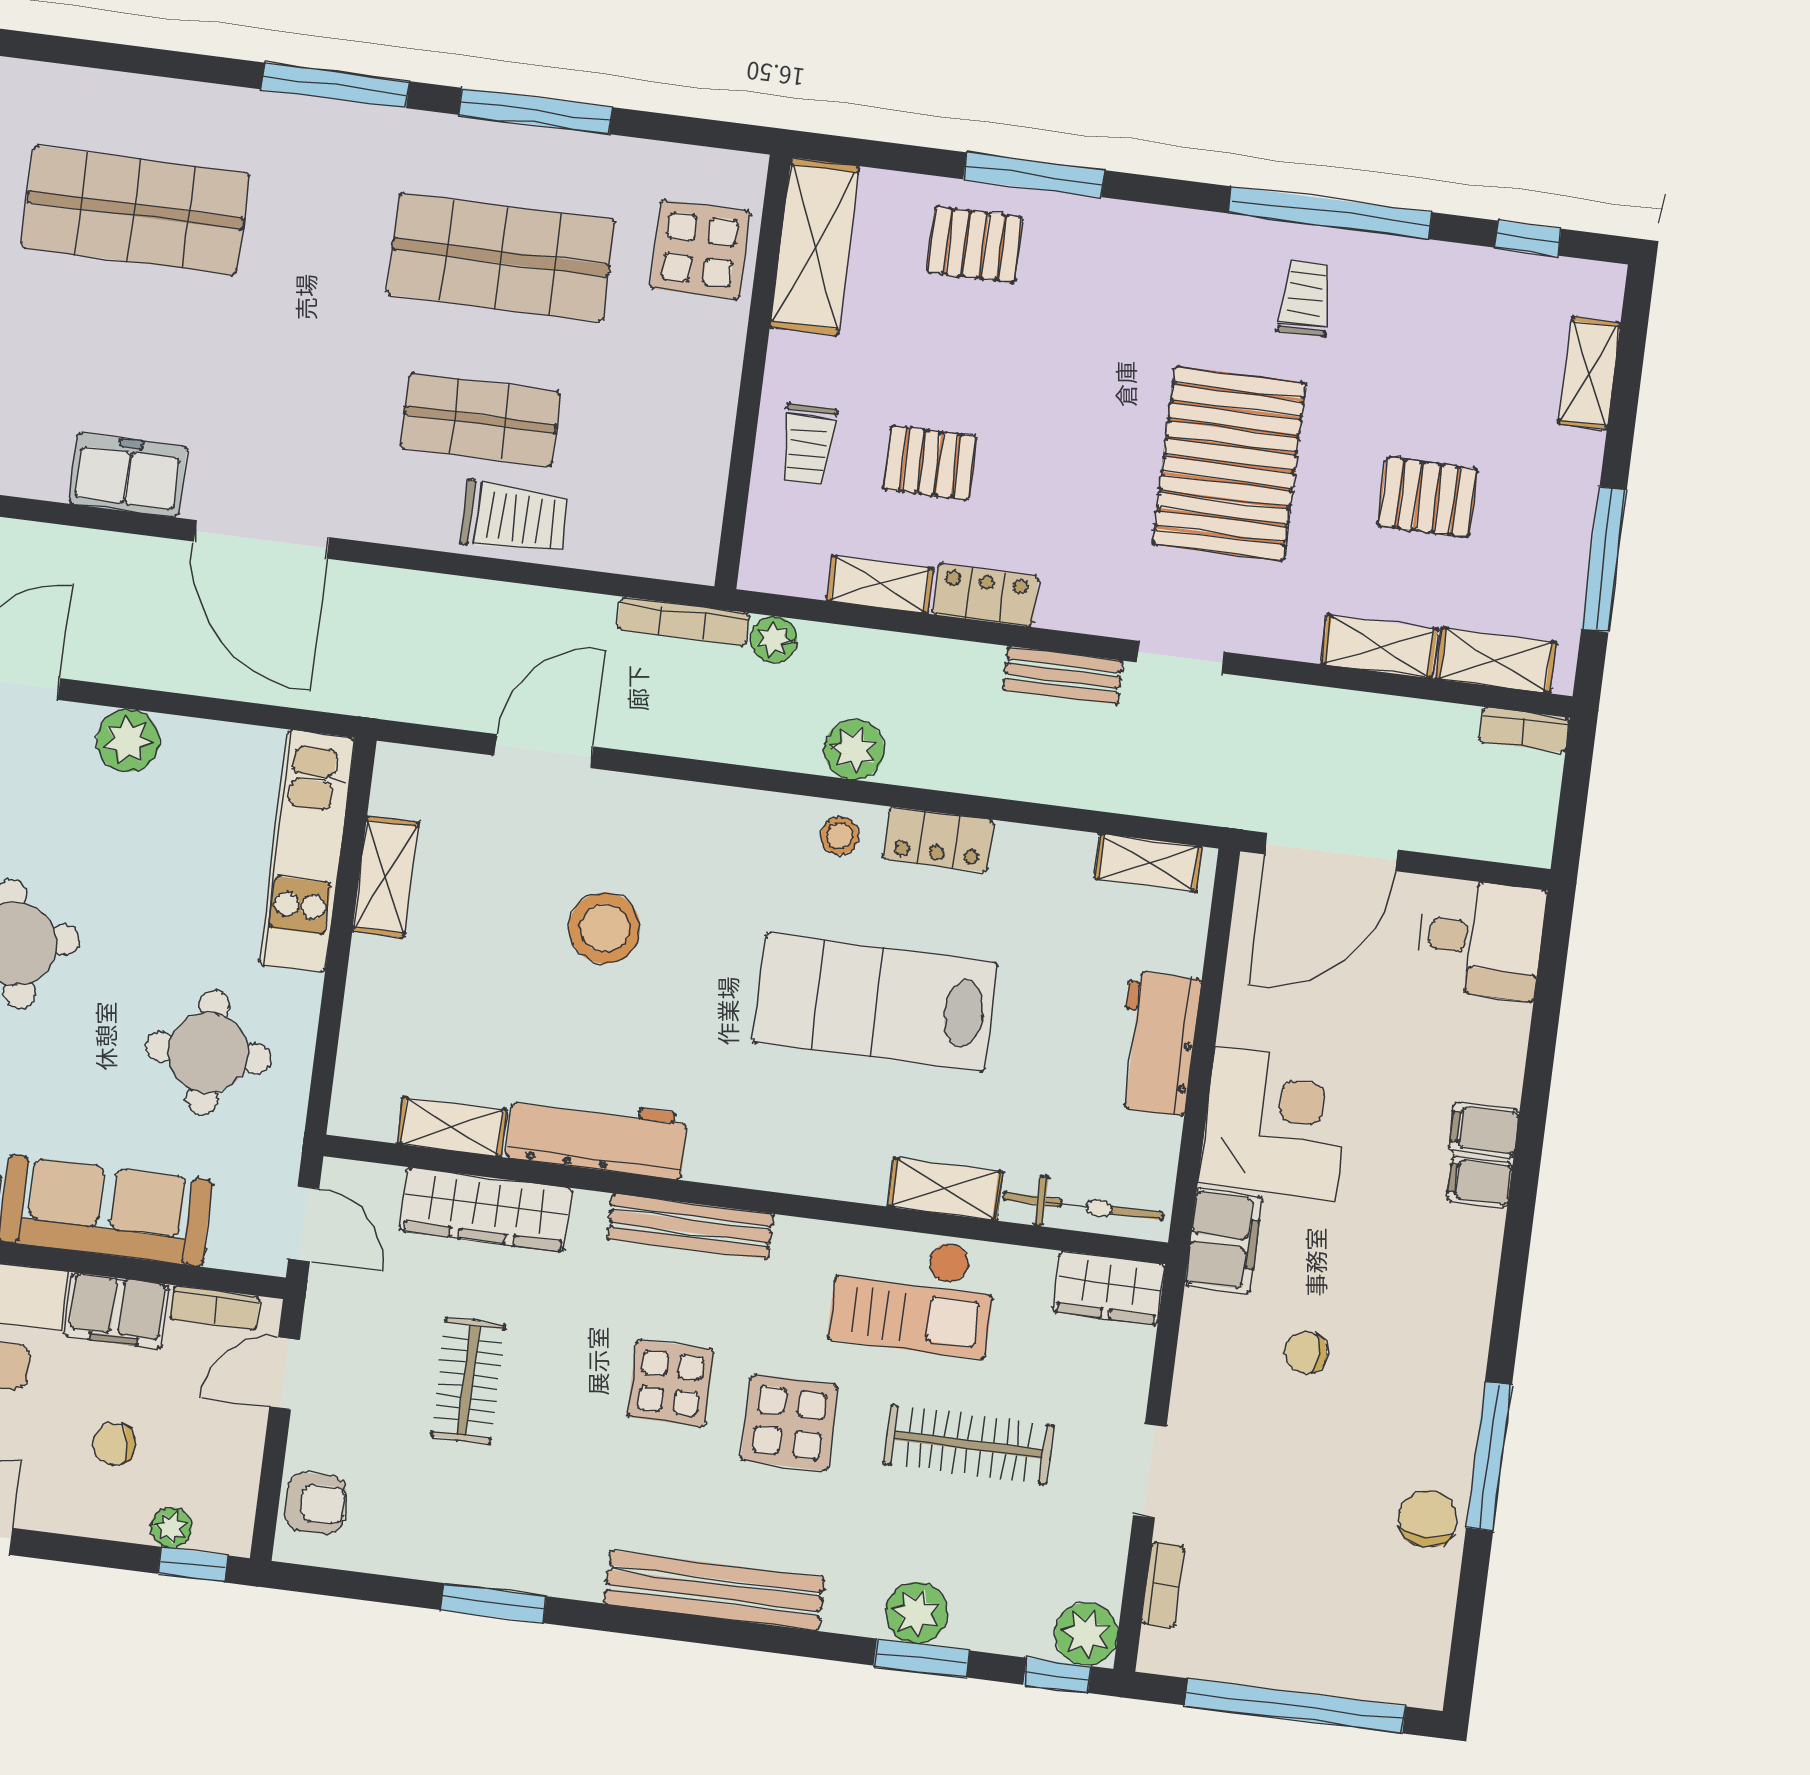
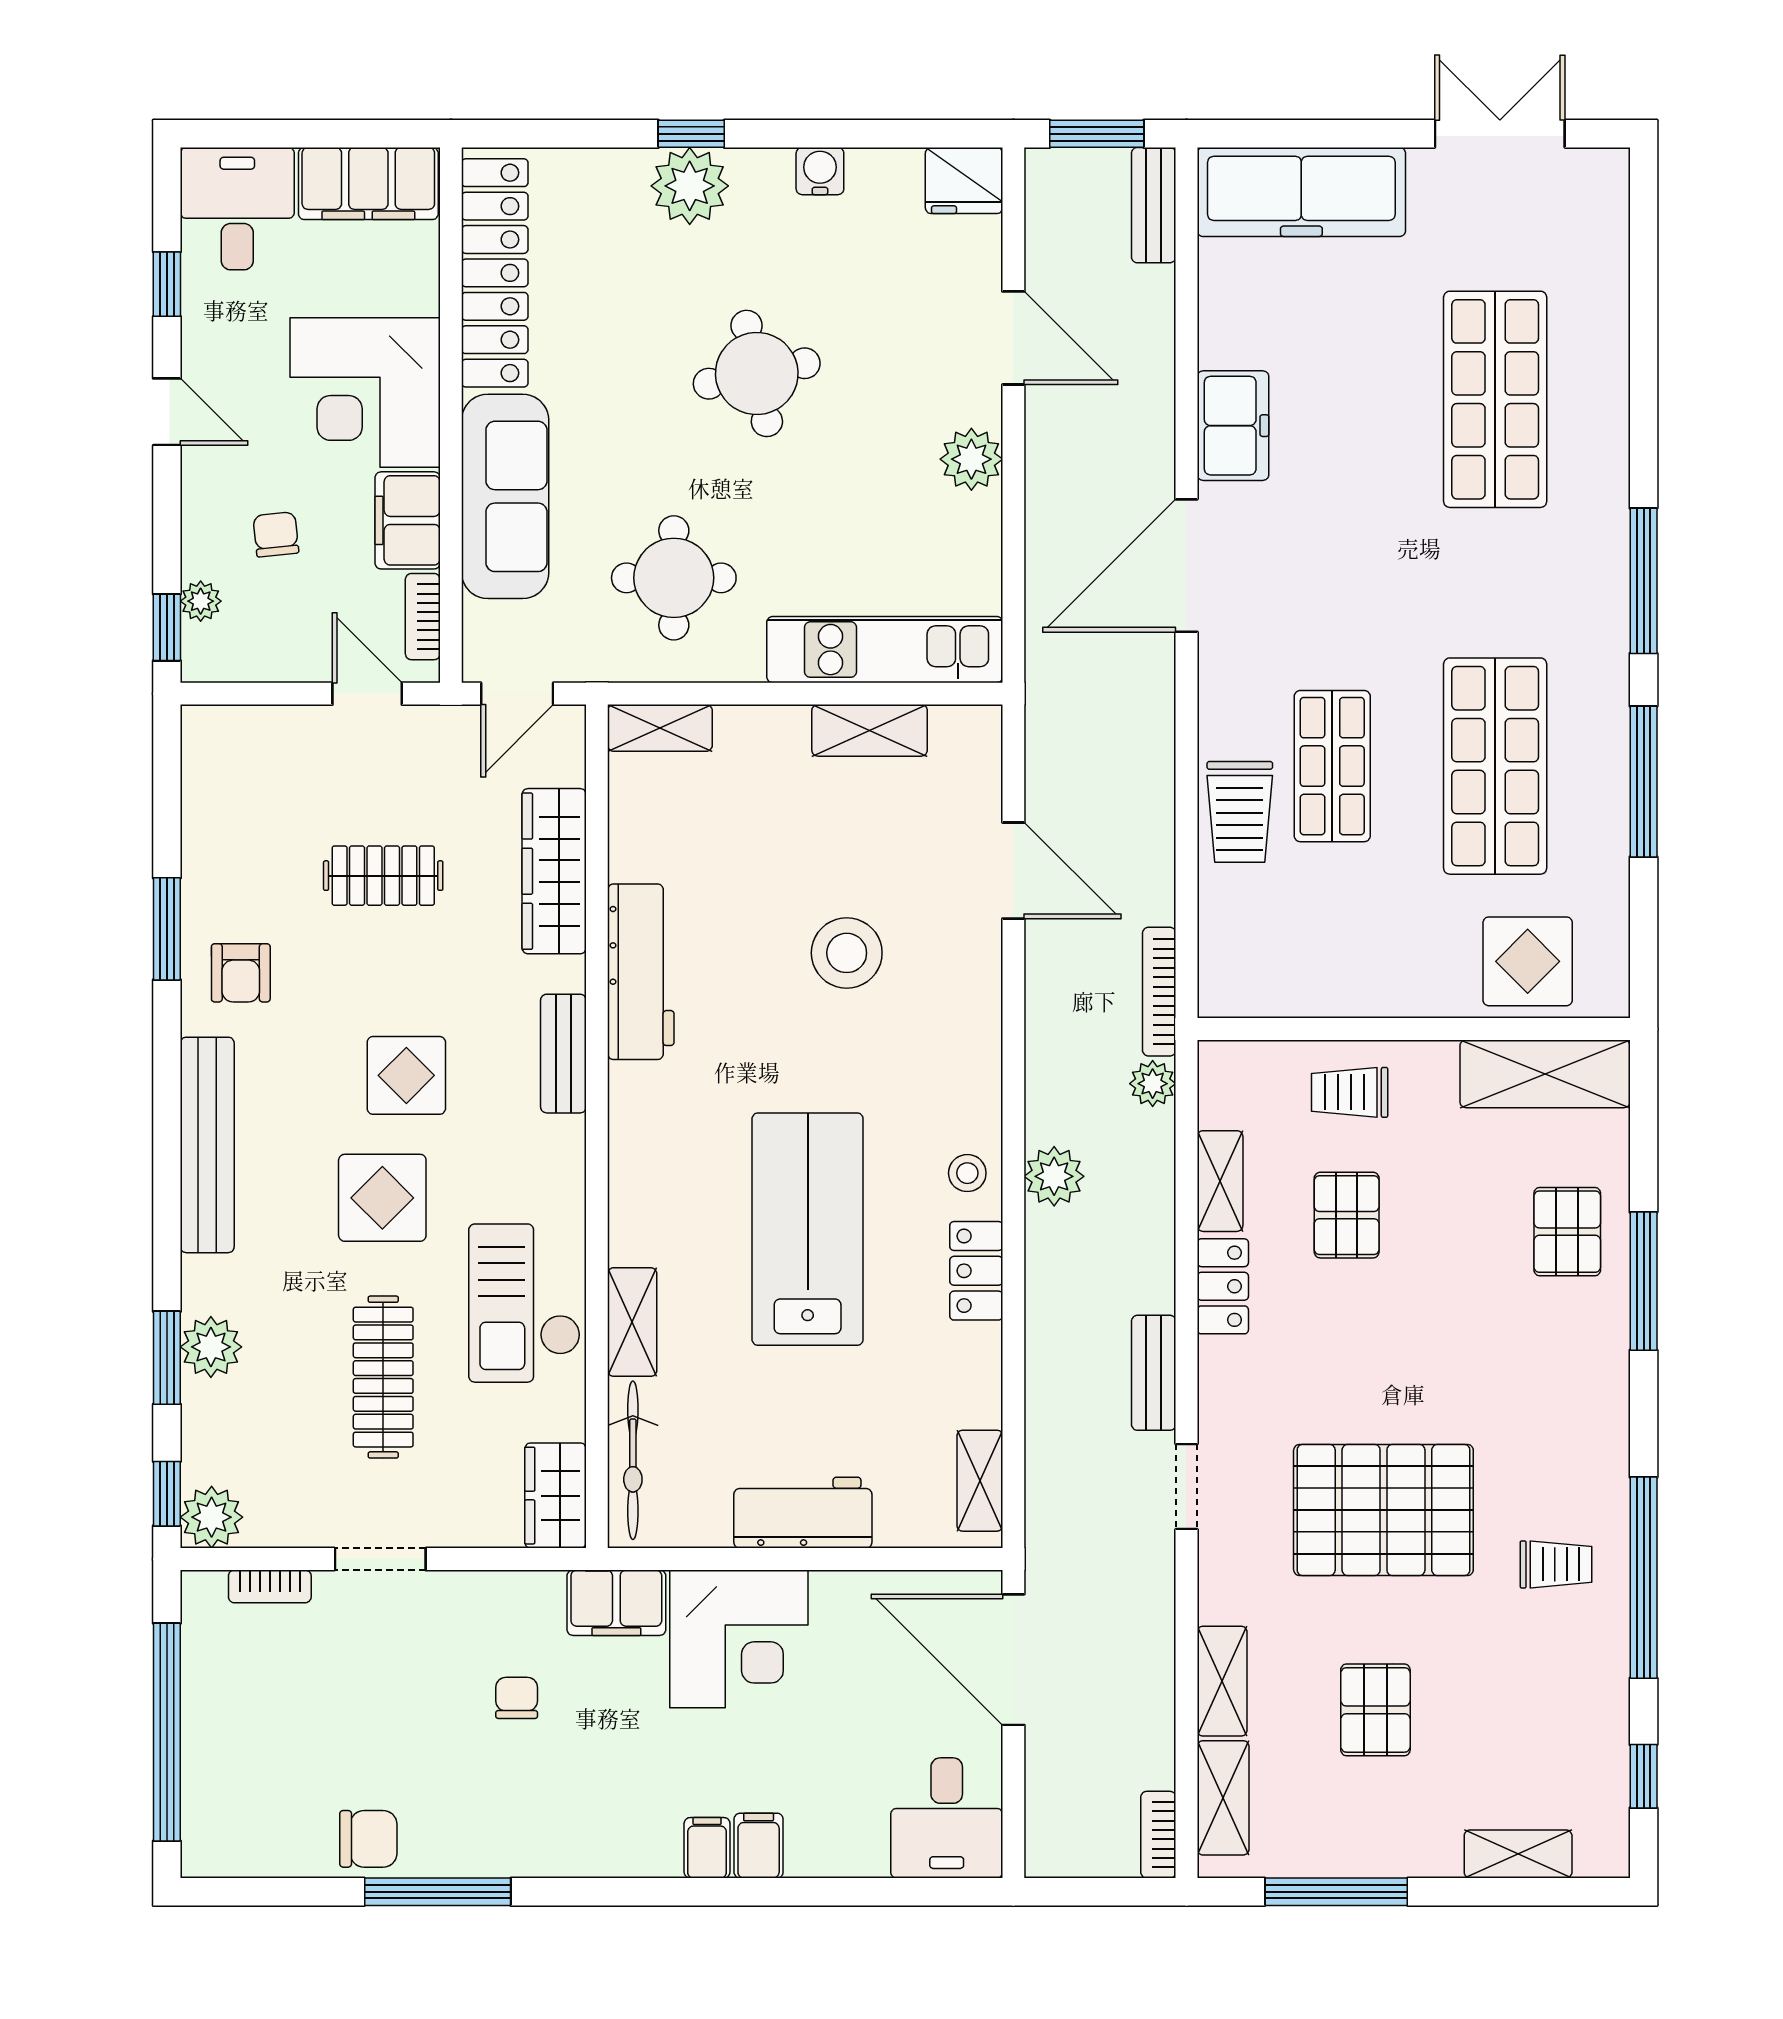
shelving: (452, 1127) -> (660, 728), moved, turned 90
bench: (690, 1226) -> (563, 1054), width x0.73
armchair: (316, 1503) -> (241, 973), moved

